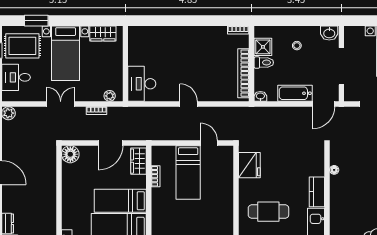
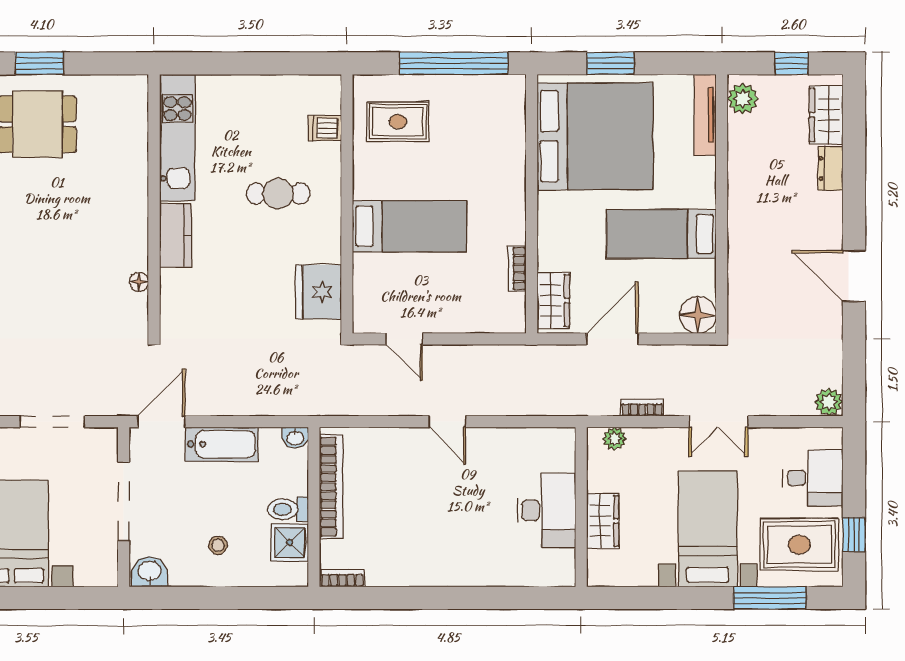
window: (36, 21) -> (770, 598), width x1.44
wardrobe: (103, 33) -> (603, 521), moved, turned 90
desk: (142, 84) -> (546, 510), moved
bed: (188, 172) -> (409, 226), moved, turned 90
bed: (120, 201) -> (661, 234), moved, turned 180
cafe table: (268, 212) -> (278, 194), width x0.73, depth x0.74

